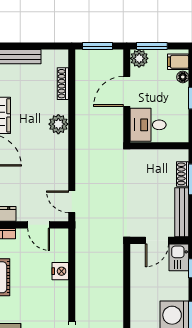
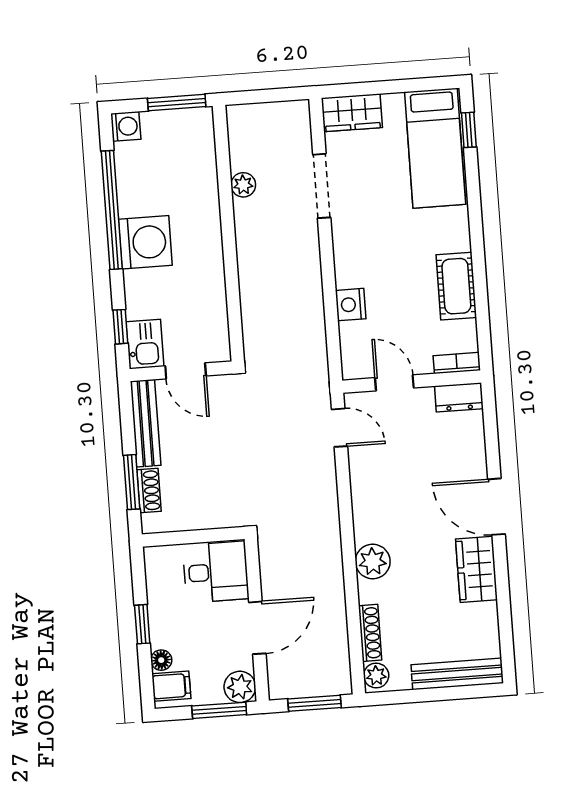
plant: (61, 59) -> (376, 676), added
door: (157, 240) -> (186, 371), swing flipped

